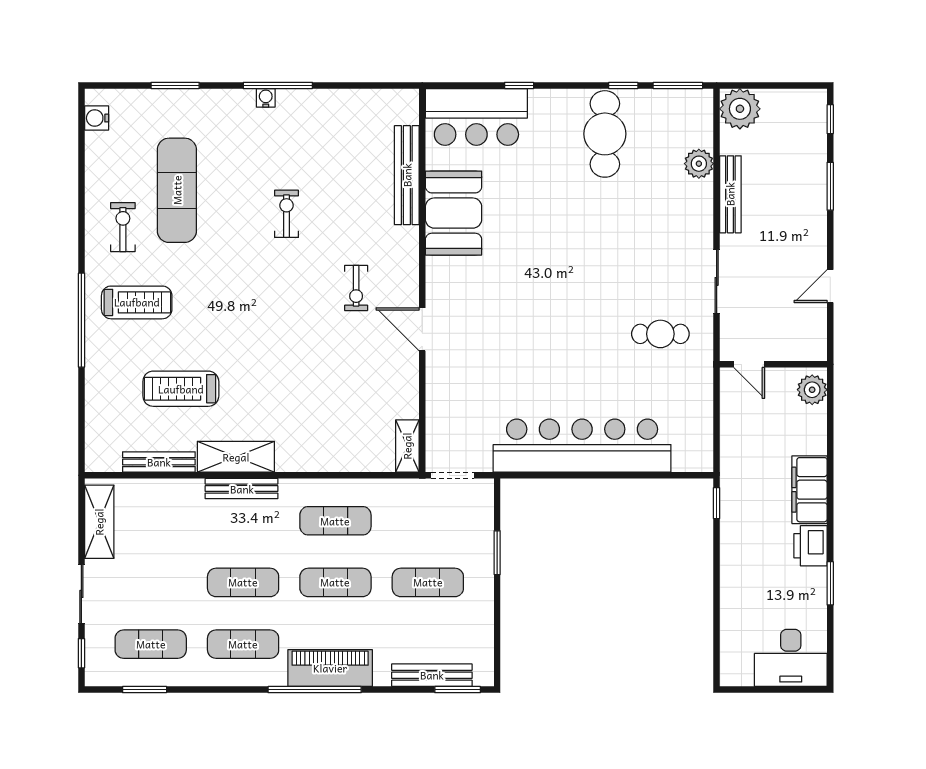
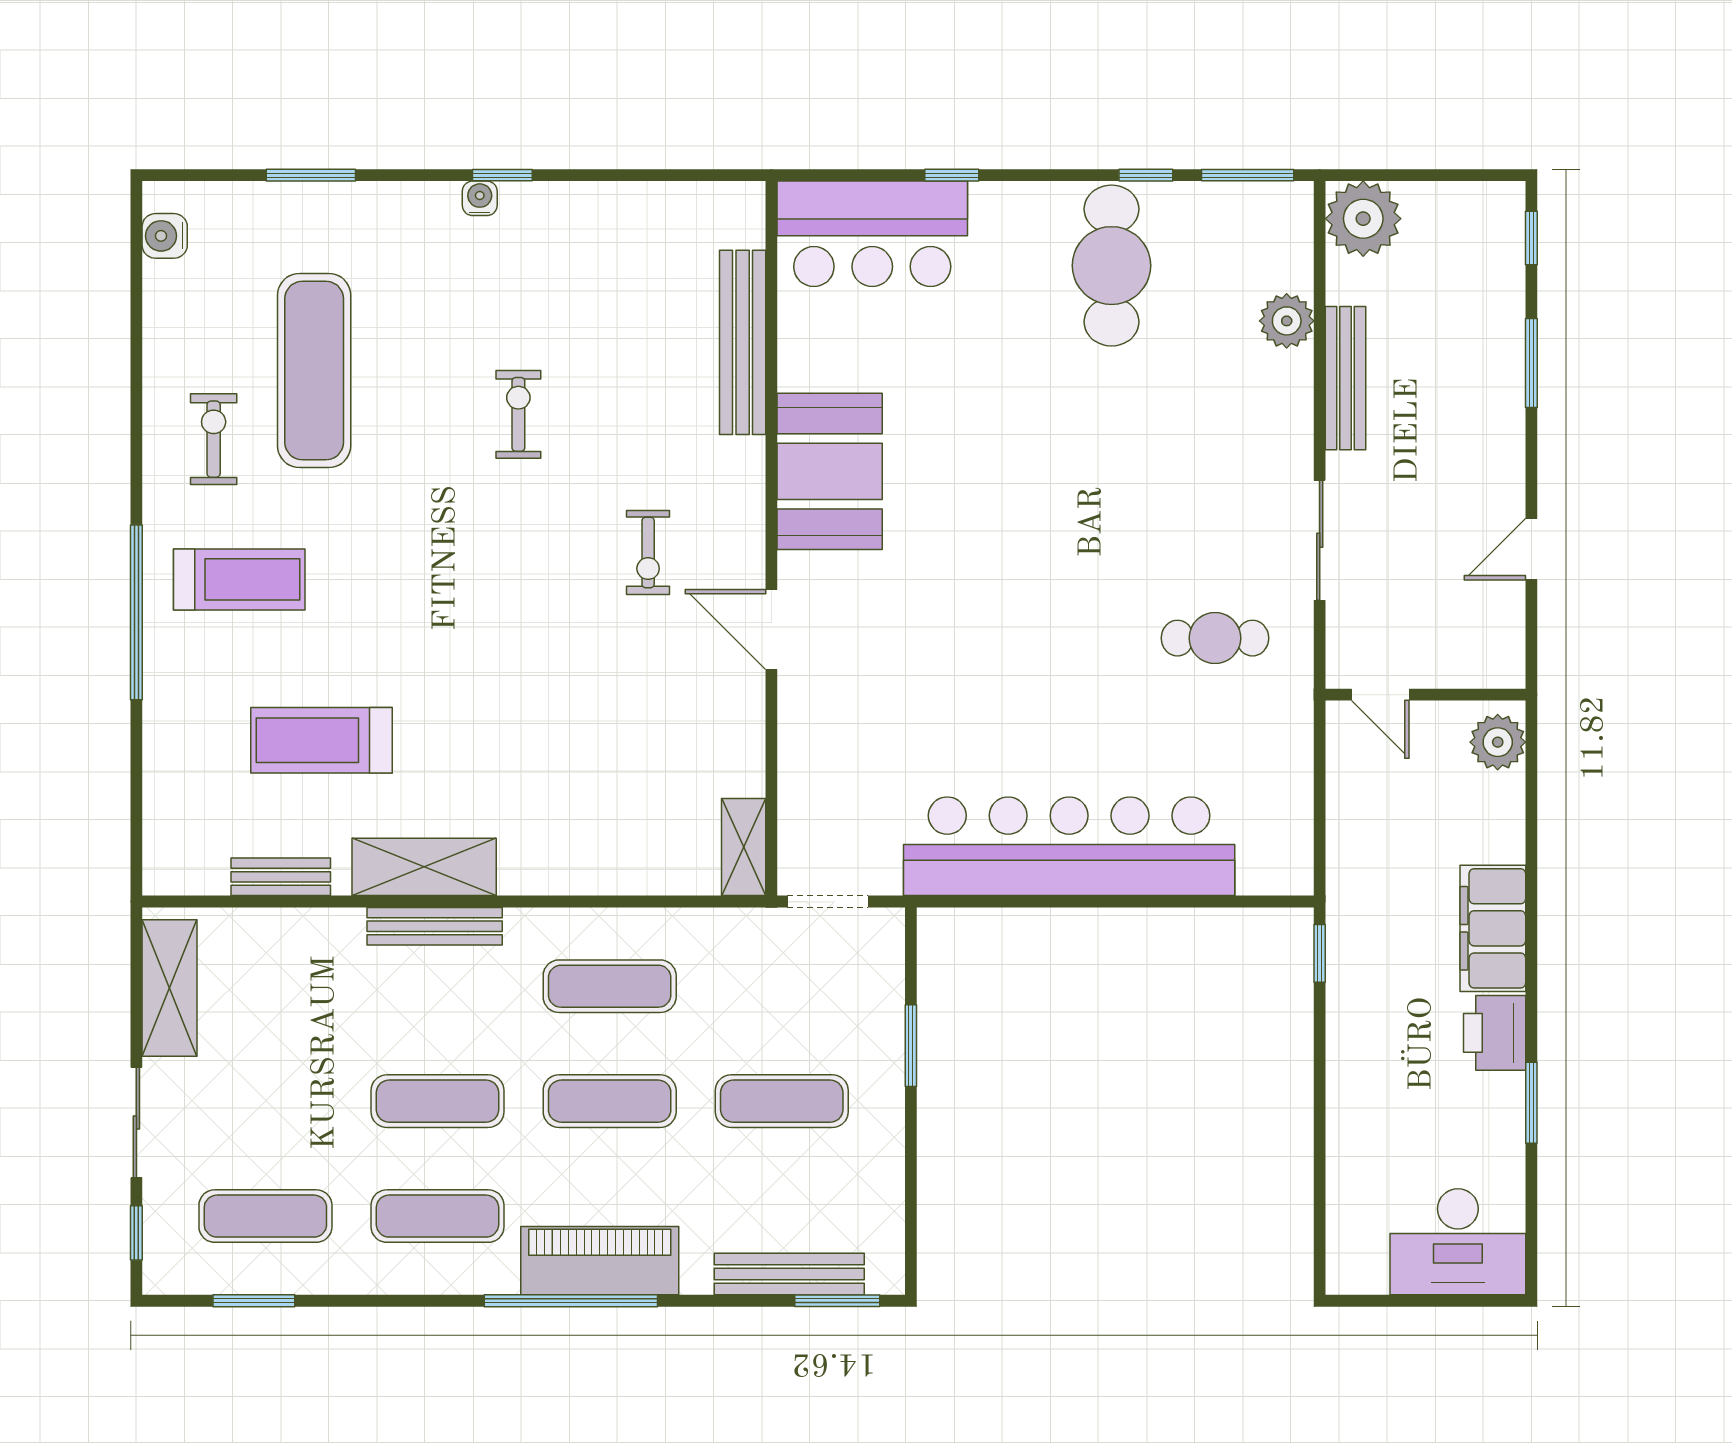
window: (278, 85) -> (502, 175), width x0.46
booth: (454, 213) -> (830, 471), moved
bench: (159, 462) -> (281, 877), width x0.73

